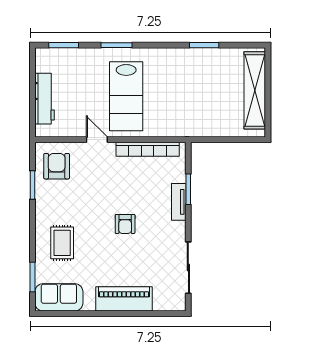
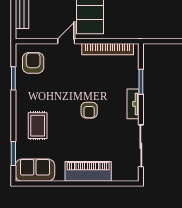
door: (97, 140) -> (66, 41), hinge flipped
tv unit: (179, 202) -> (133, 104), moved

